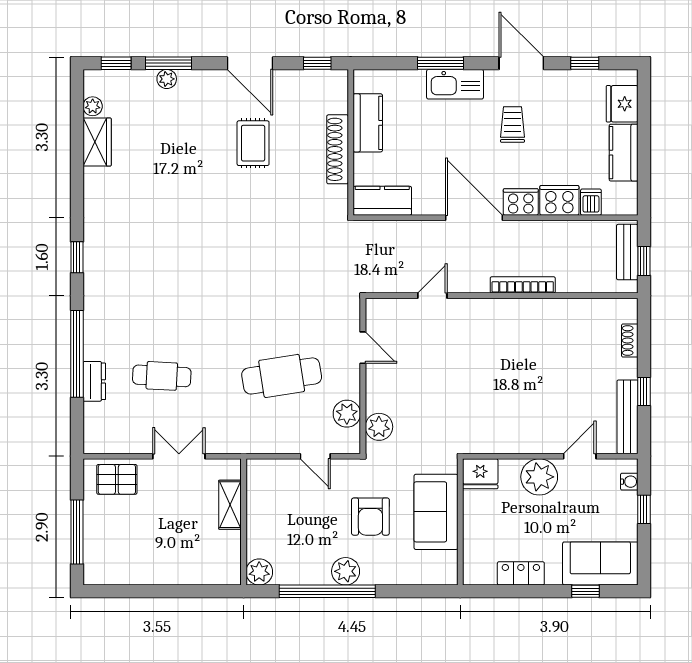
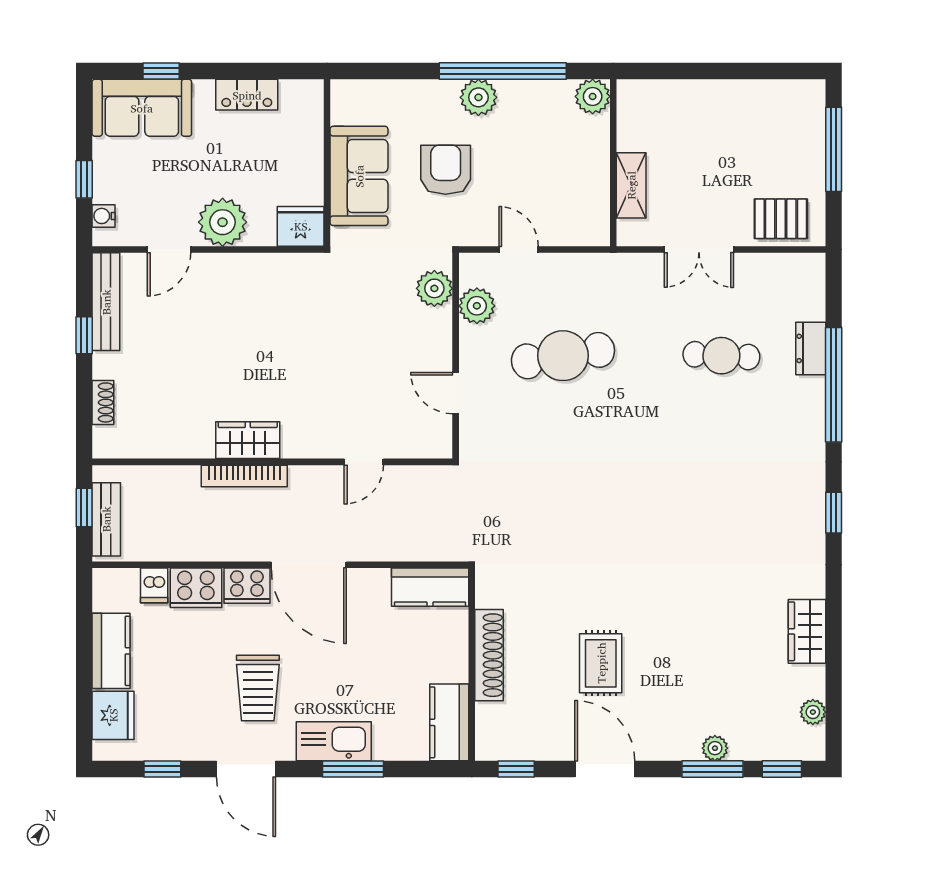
kitchen counter: (368, 123) -> (449, 722), moved
trolley: (513, 124) -> (258, 688), width x1.36, depth x1.39
wardrobe: (97, 142) -> (807, 631), moved
wardrobe: (520, 312) -> (248, 440), added

